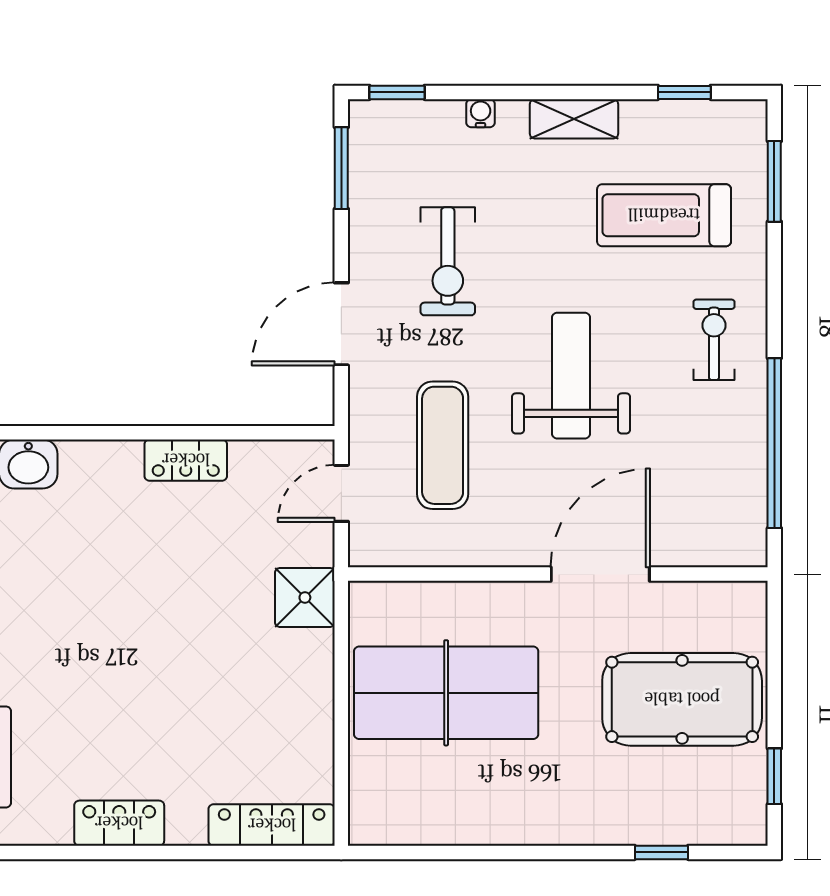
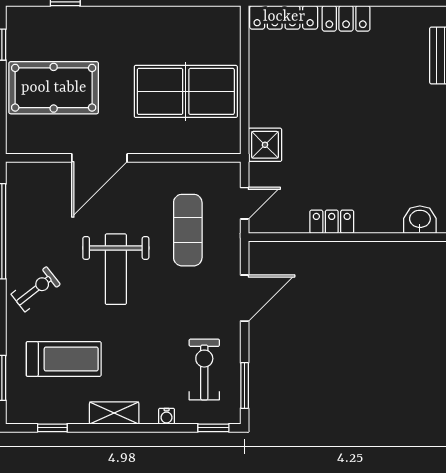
exercise bike: (448, 261) -> (204, 369), moved
exercise bike: (714, 340) -> (36, 289), turned -128
locker: (119, 823) -> (346, 18), moved

